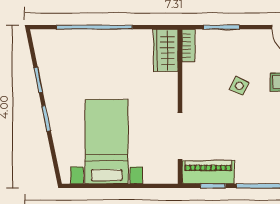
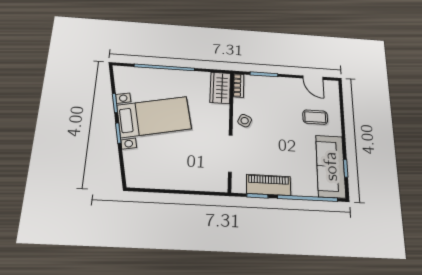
side table: (239, 86) -> (245, 121), moved
bed with nightstands: (107, 142) -> (154, 117), moved, turned 78
piano: (208, 172) -> (269, 185), moved

